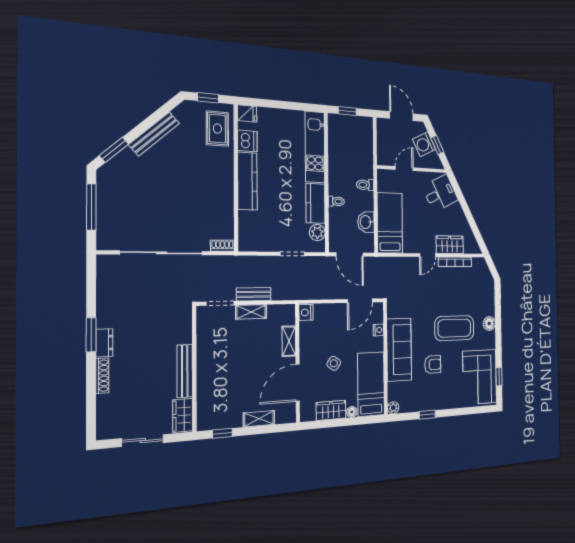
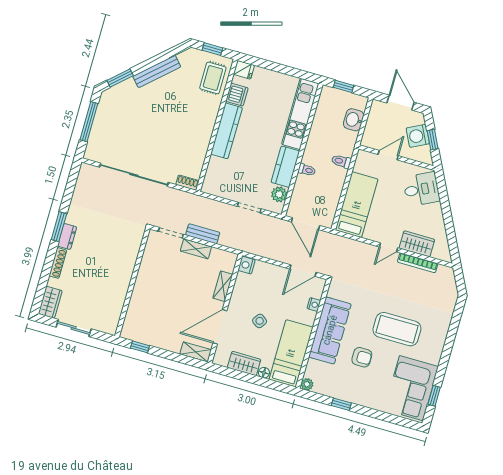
washbasin: (366, 222) -> (354, 120), moved
floor lamp: (489, 323) -> (439, 337), removed
bench: (185, 371) -> (124, 282), removed
wardrobe: (183, 415) -> (50, 302), moved, turned 180
shelving: (259, 419) -> (196, 352), moved

